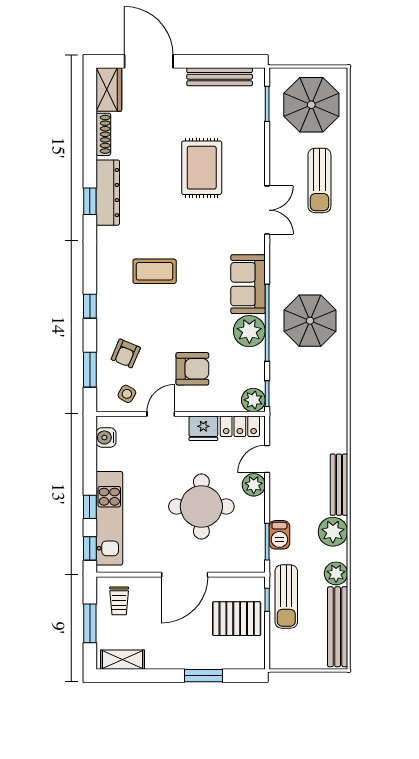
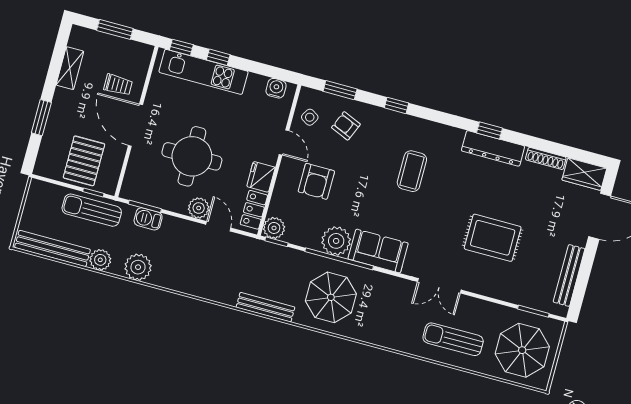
bench: (339, 485) -> (265, 307), moved
trolley: (119, 601) -> (118, 85), moved, turned 180
shelving: (122, 660) -> (70, 68), moved

